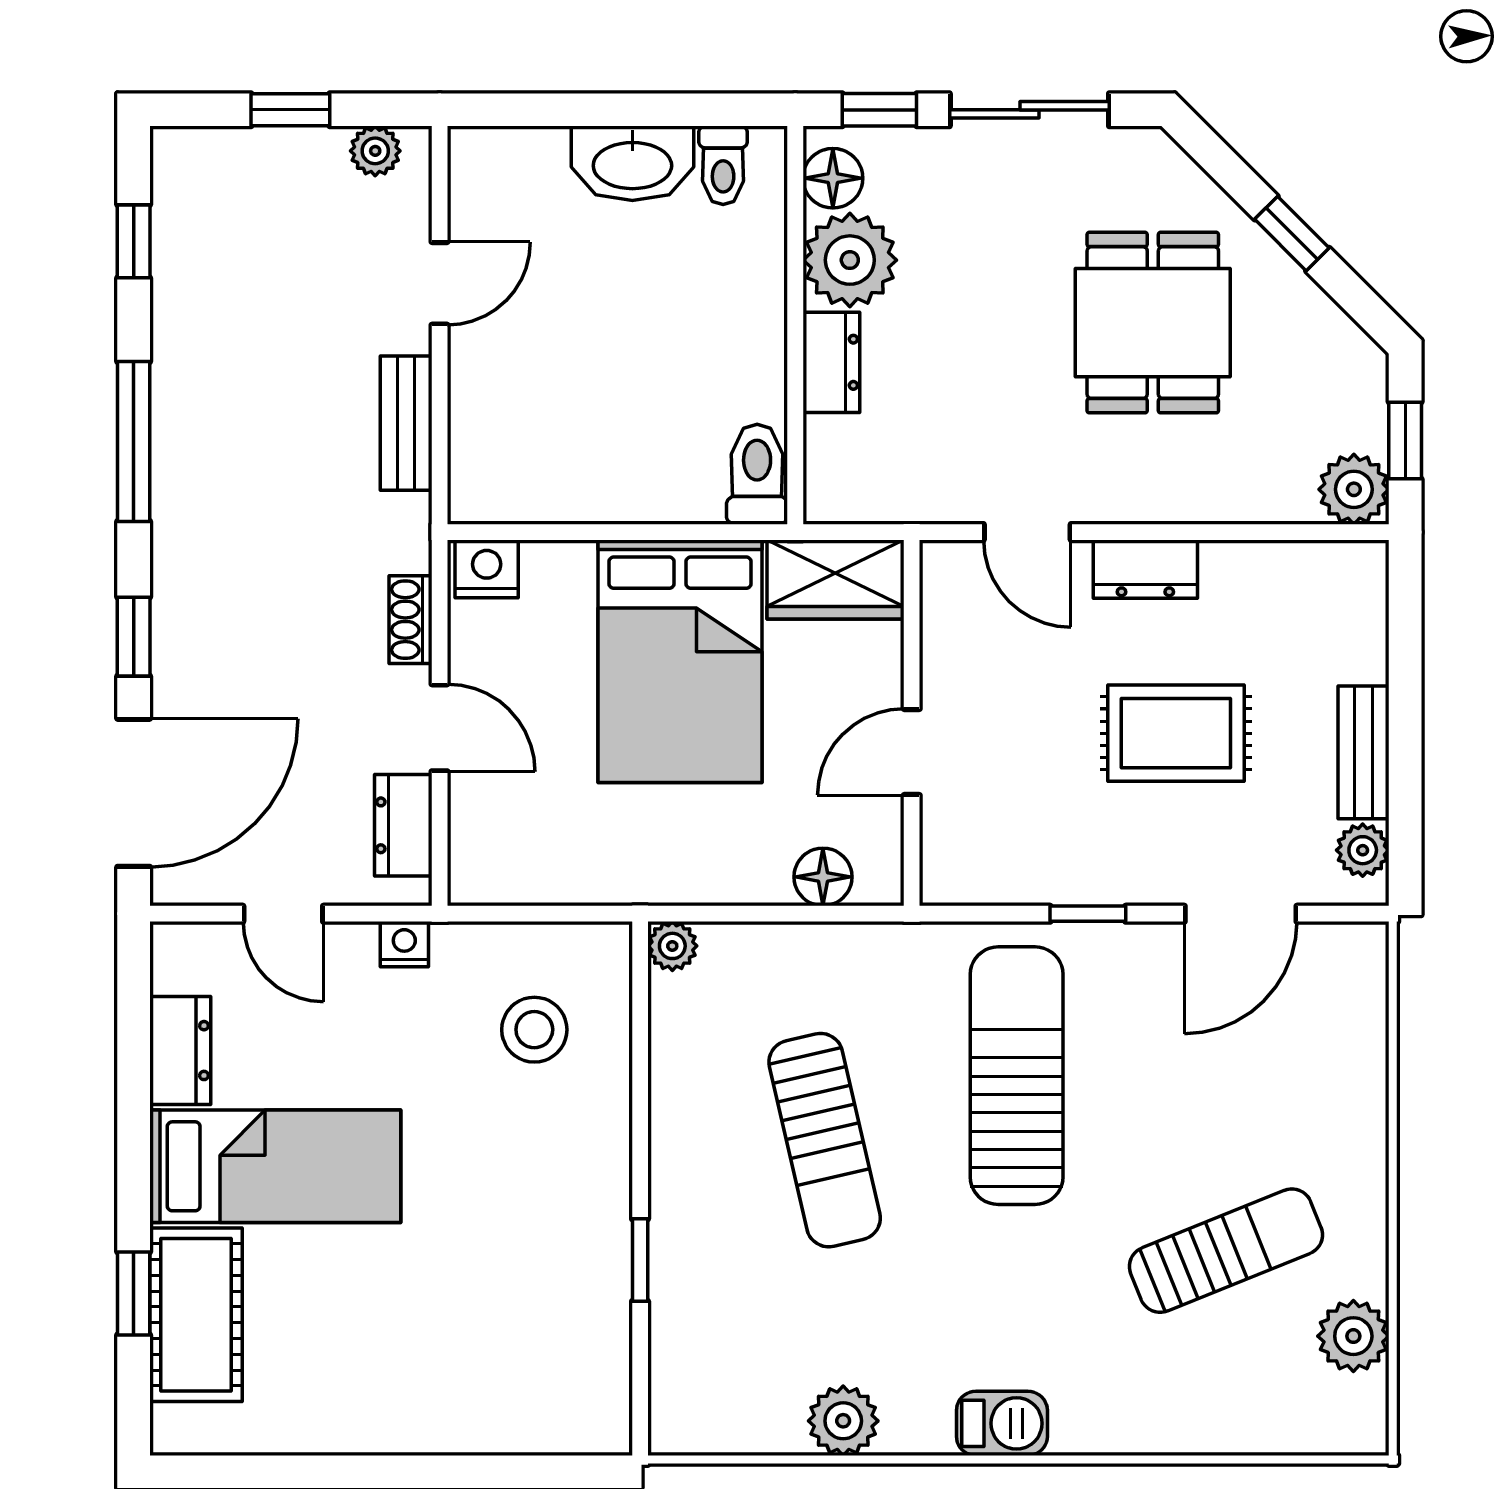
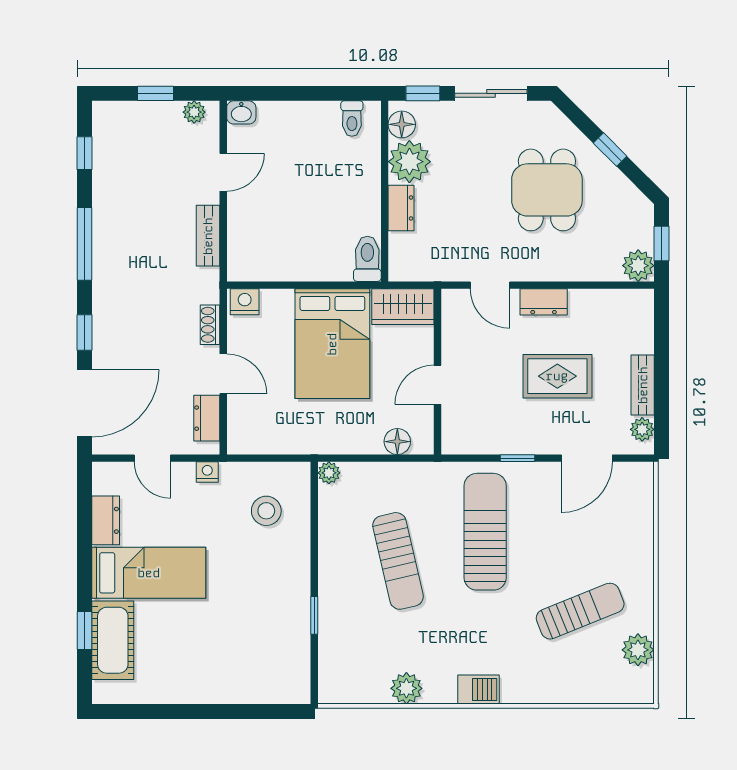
washbasin: (632, 163) -> (241, 112), moved, width x0.52, depth x0.69

